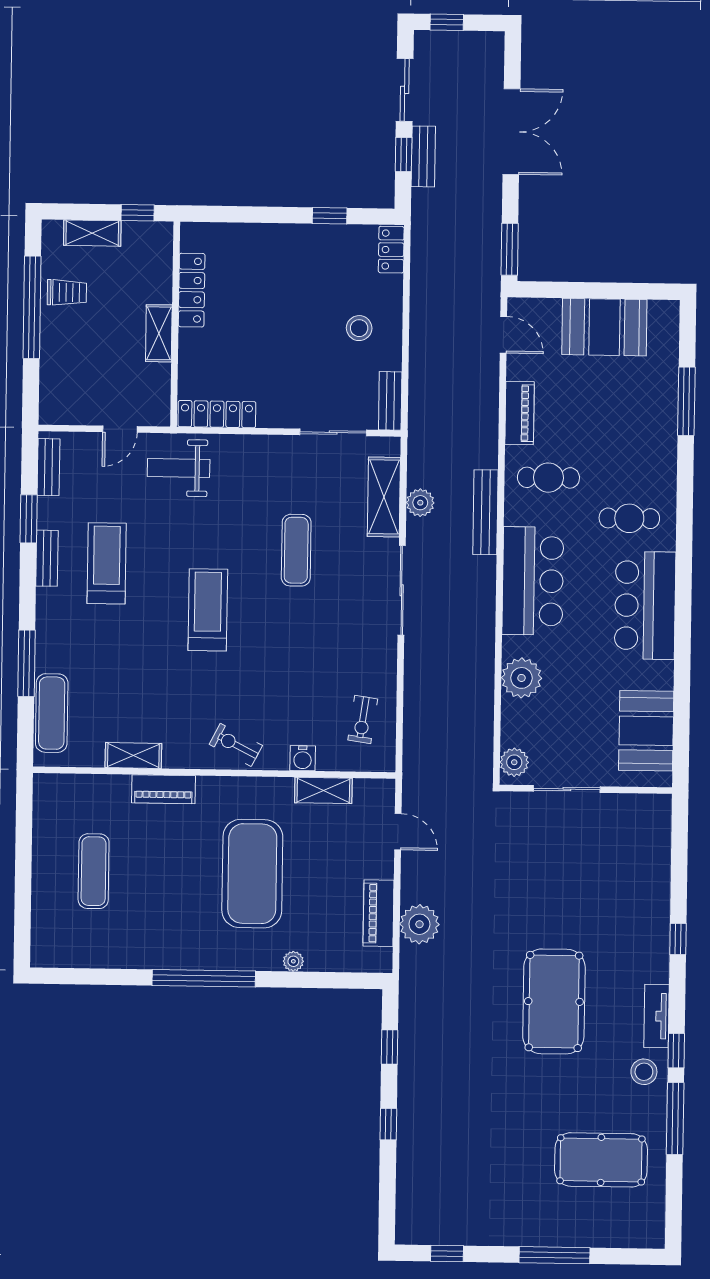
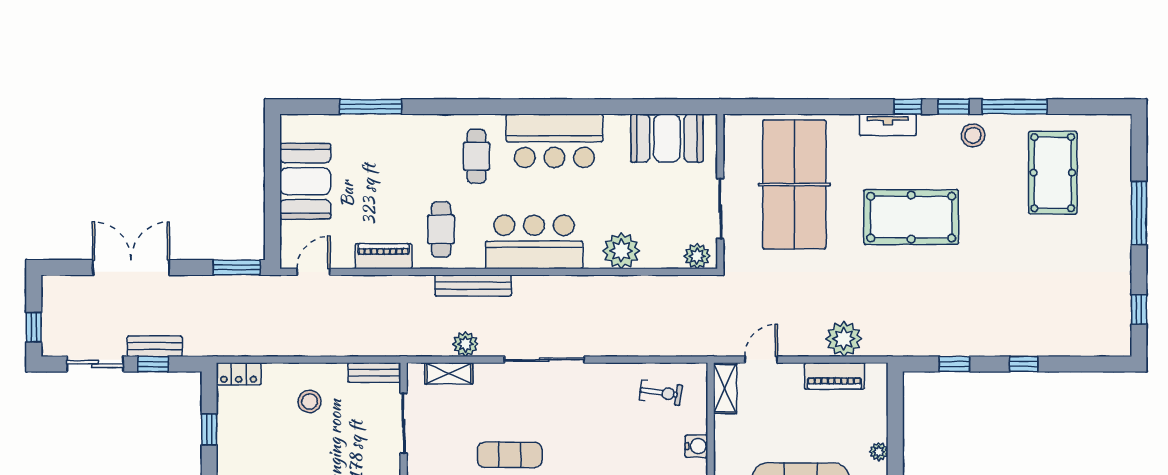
shelving: (384, 497) -> (449, 373), width x0.67, depth x0.75
shelving: (323, 790) -> (725, 388), moved
table tennis table: (592, 872) -> (794, 184), added
window: (678, 939) -> (908, 107), moved
tv unit: (656, 1016) -> (888, 125), moved

